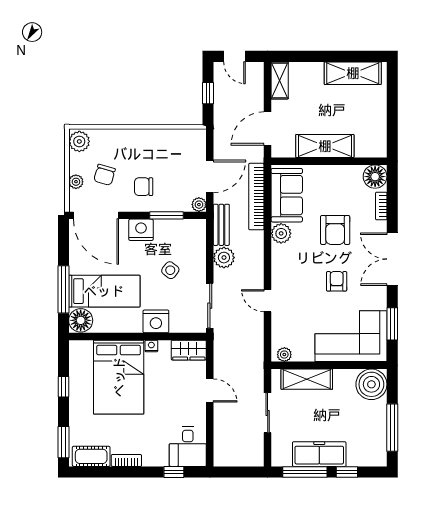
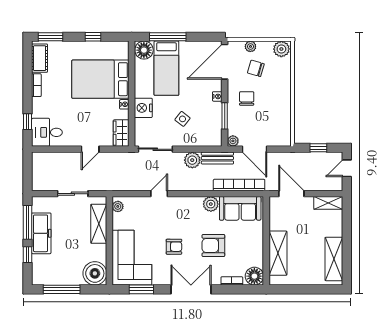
shelving: (325, 146) -> (278, 253), moved
nightstand: (141, 230) -> (217, 96), width x0.53, depth x0.56

